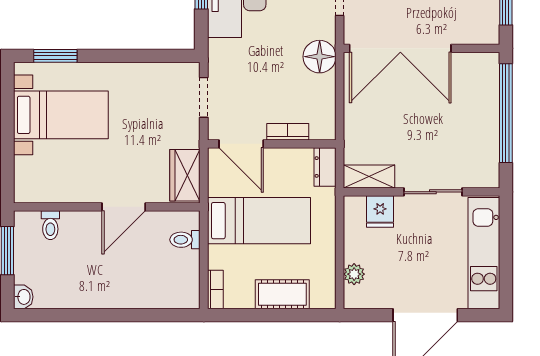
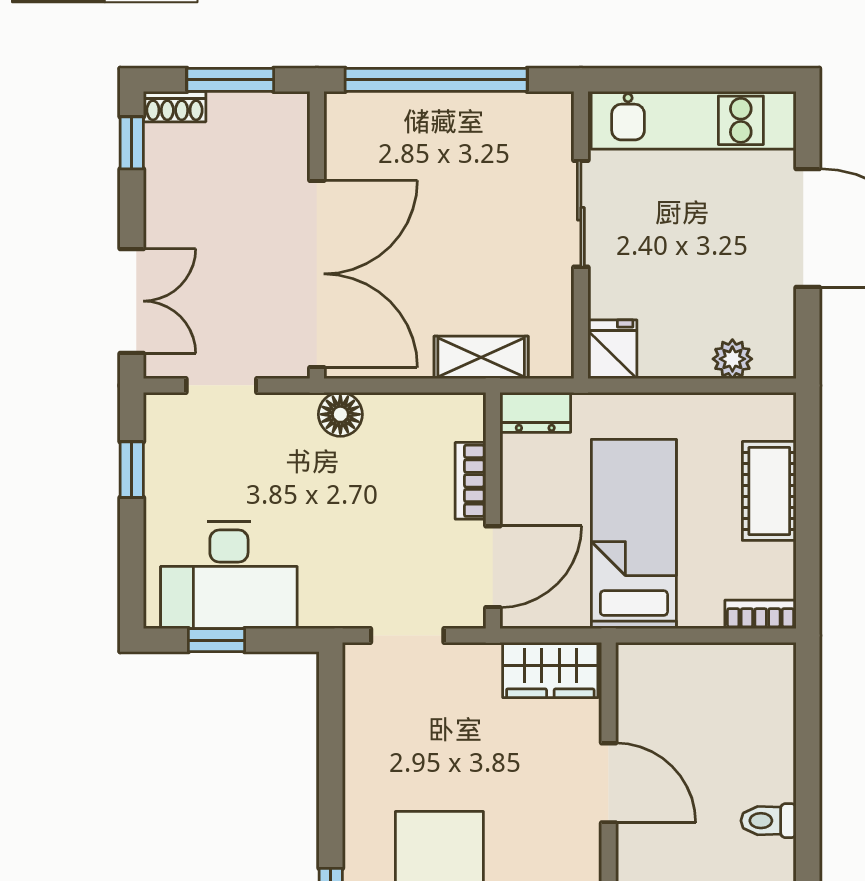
floor lamp: (320, 57) -> (340, 414), width x0.73, depth x0.73
shelving: (369, 176) -> (481, 357), moved, turned 90
fridge: (380, 211) -> (612, 349), moved, turned -90
toilet: (185, 240) -> (769, 821), moved, turned 90

